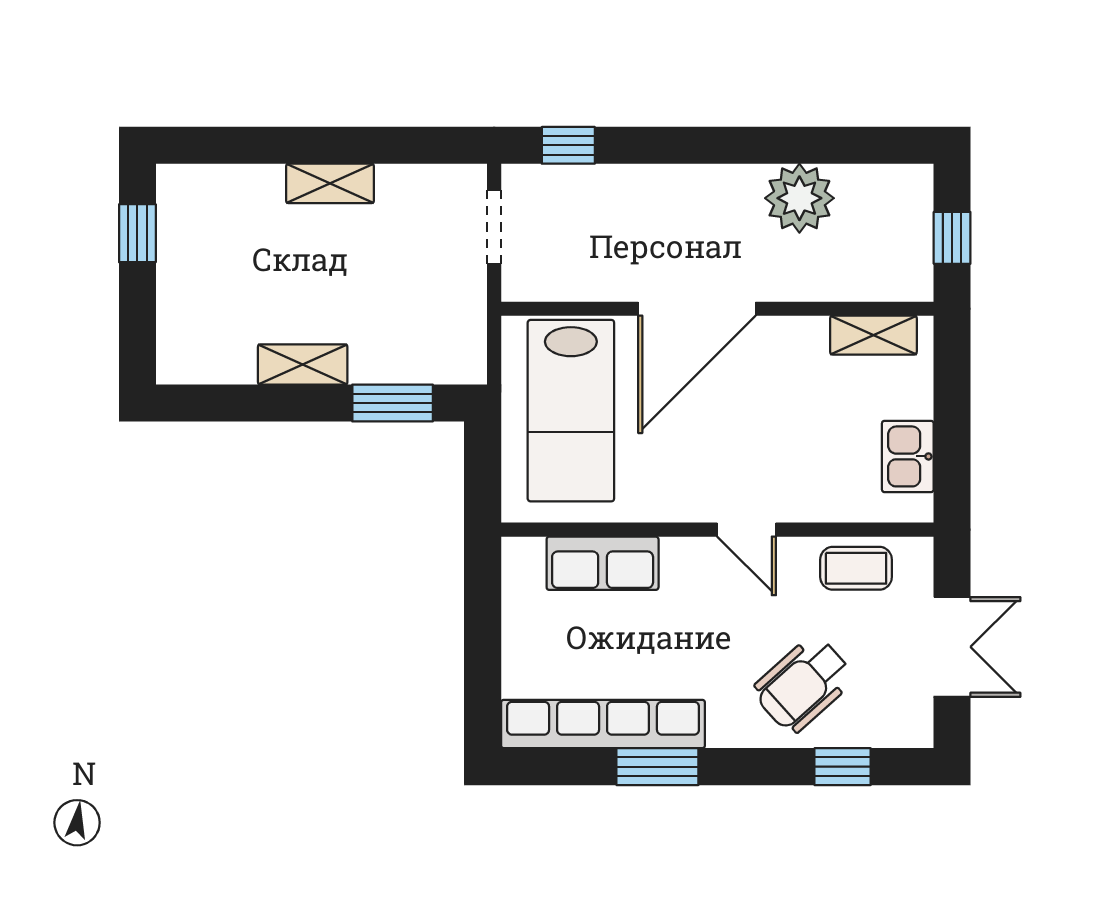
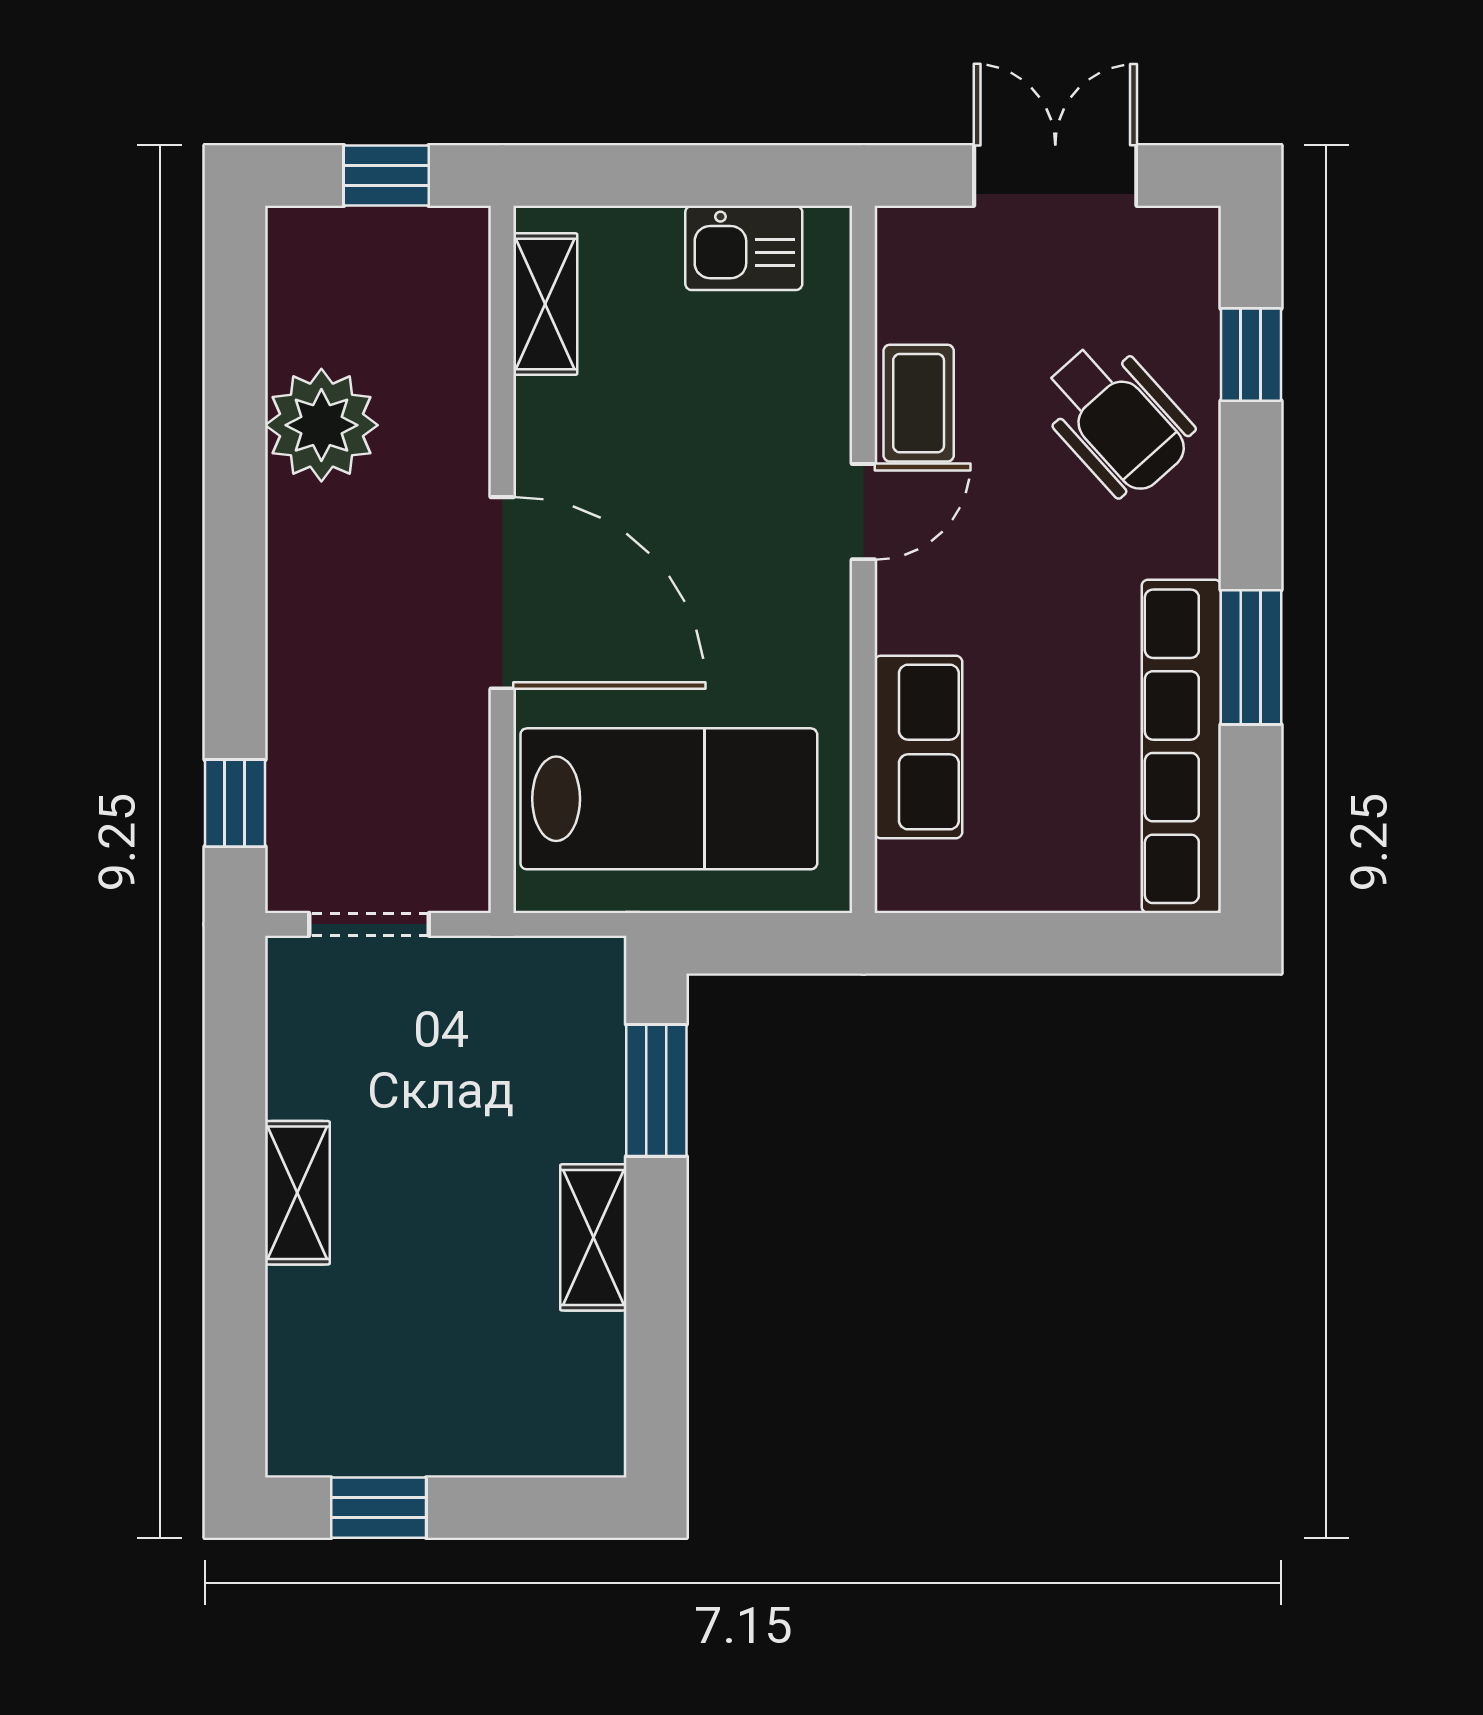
coffee table: (856, 568) -> (919, 403), moved

